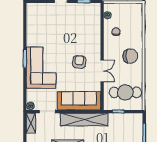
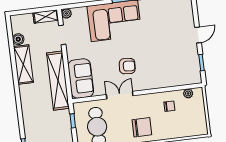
chair: (130, 56) -> (142, 127), turned -90
double door: (102, 71) -> (120, 95), swing flipped
sofa: (79, 101) -> (81, 79), width x0.73

